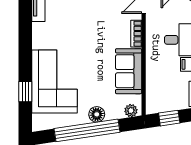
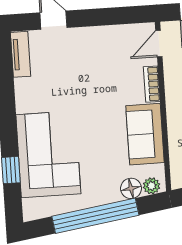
floor lamp: (97, 114) -> (131, 188), moved

